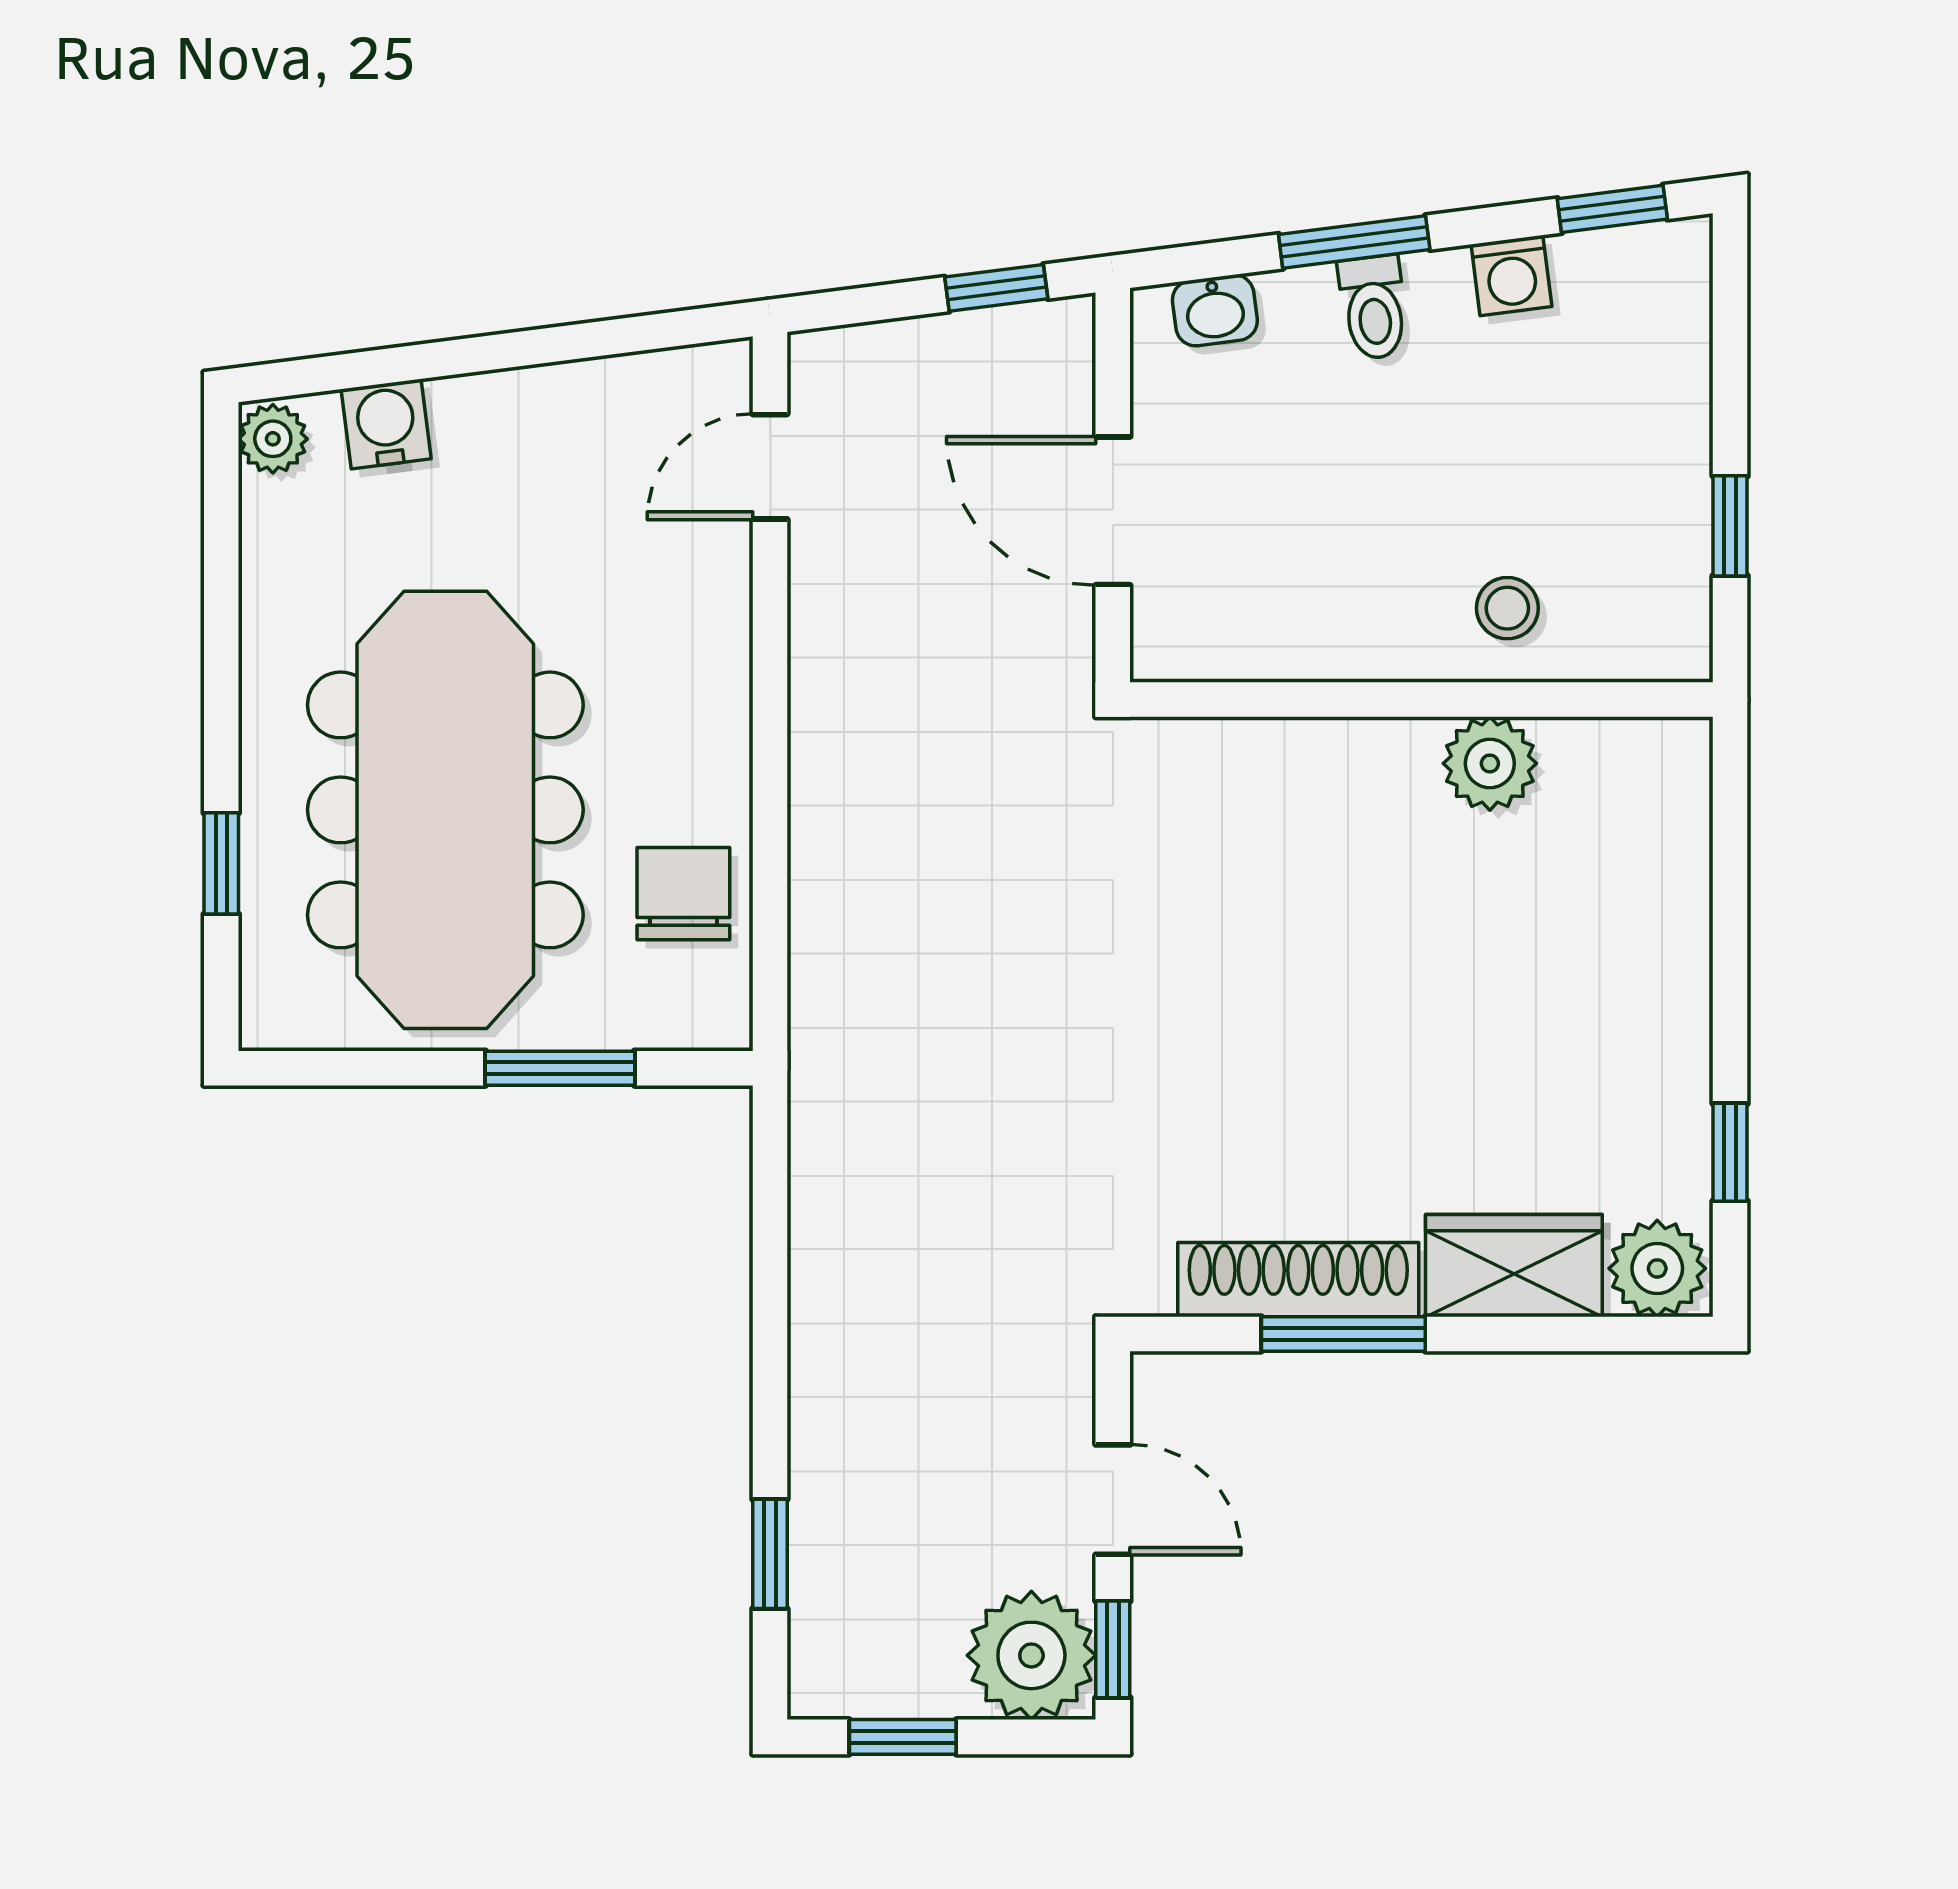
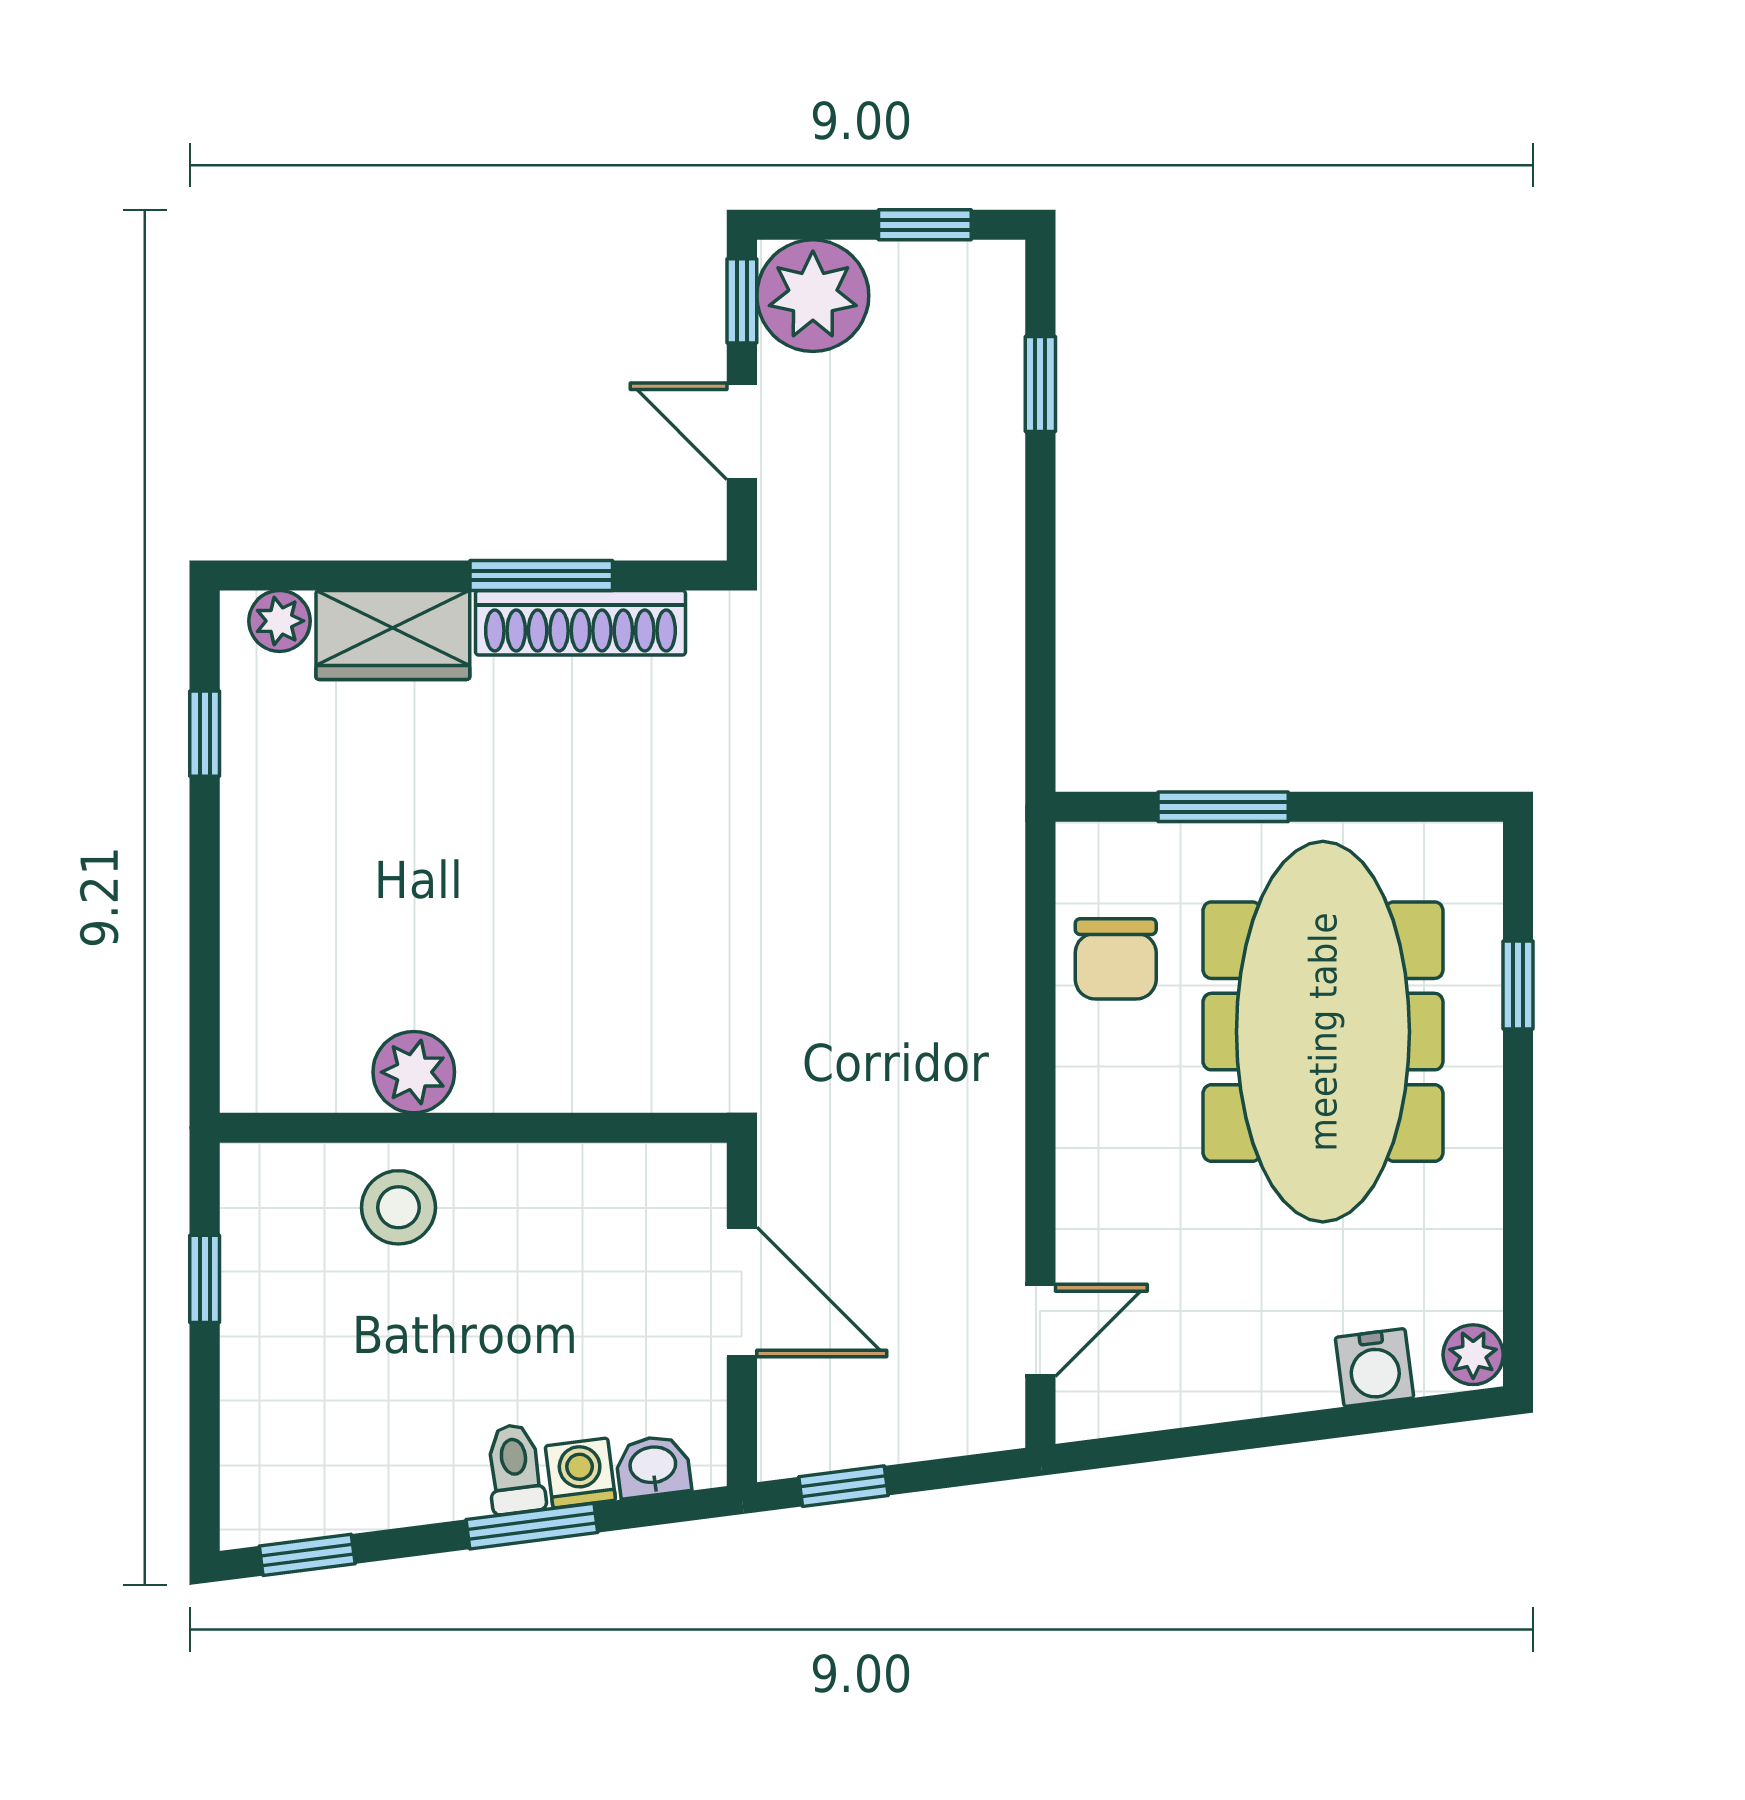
washing machine: (1511, 275) -> (580, 1473), moved
stool: (1507, 608) -> (398, 1207), width x1.37, depth x1.37
plant: (1657, 1268) -> (280, 621), width x0.73, depth x0.73

